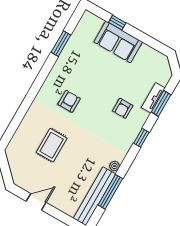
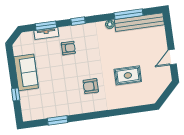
sofa: (118, 42) -> (26, 72), moved
door: (36, 202) -> (172, 57), hinge flipped

